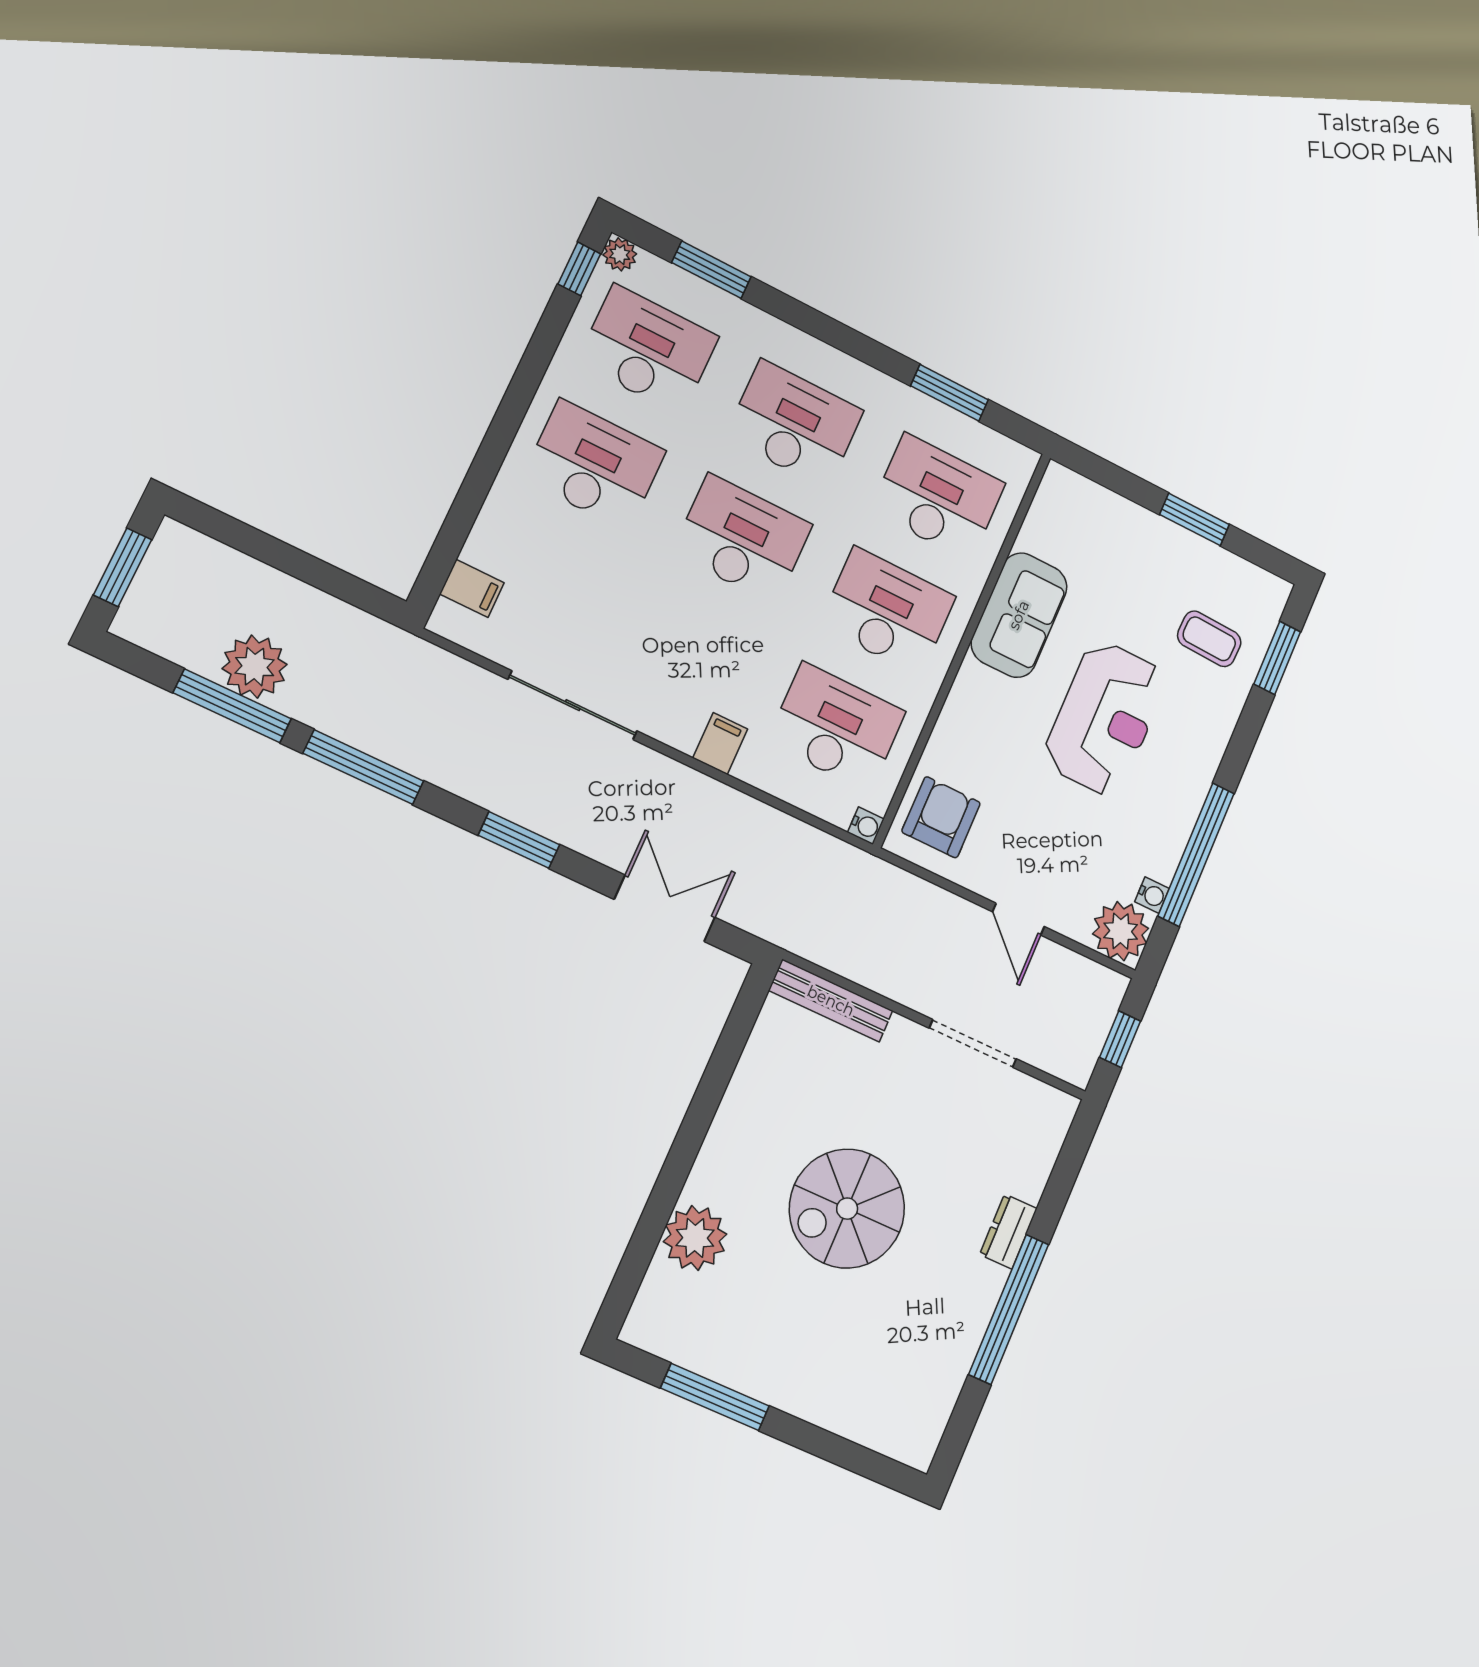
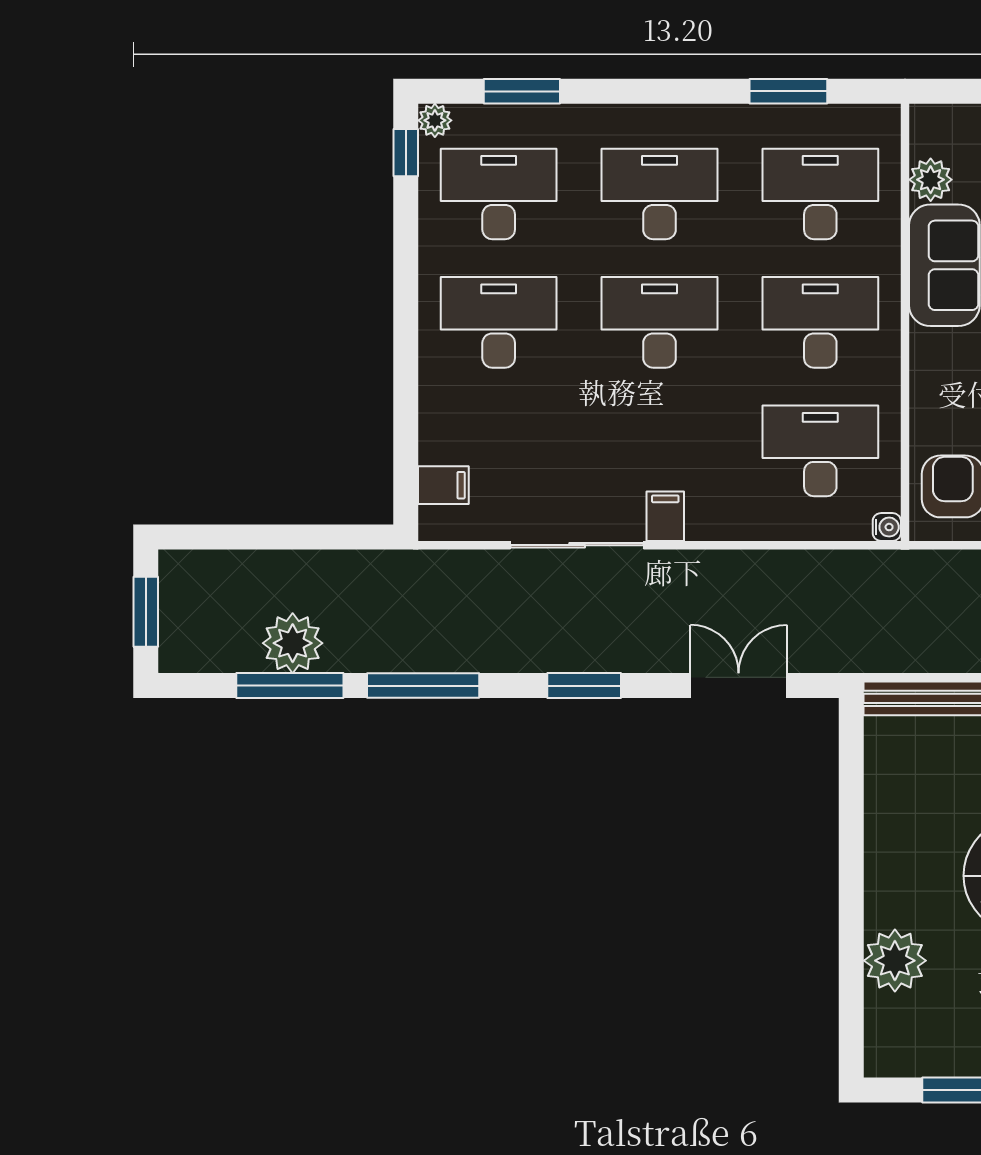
plant: (1040, 534) -> (931, 180), added
filing cabinet: (720, 744) -> (665, 516), moved

